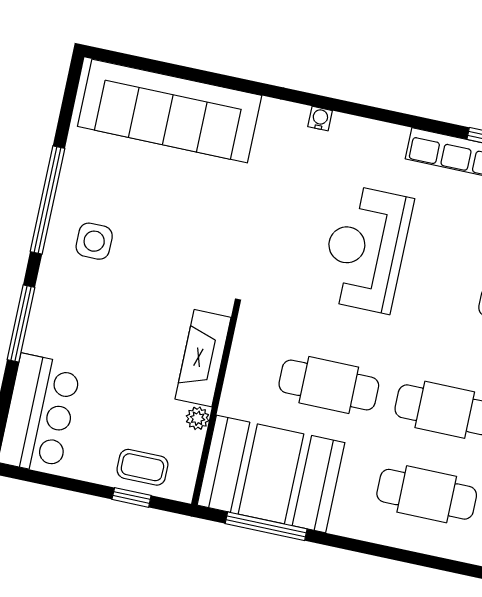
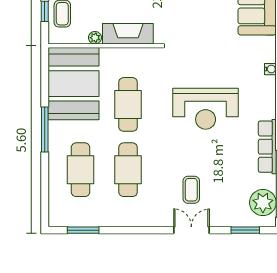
reception desk: (366, 249) -> (206, 109), turned 180
window: (266, 526) -> (45, 129), moved

